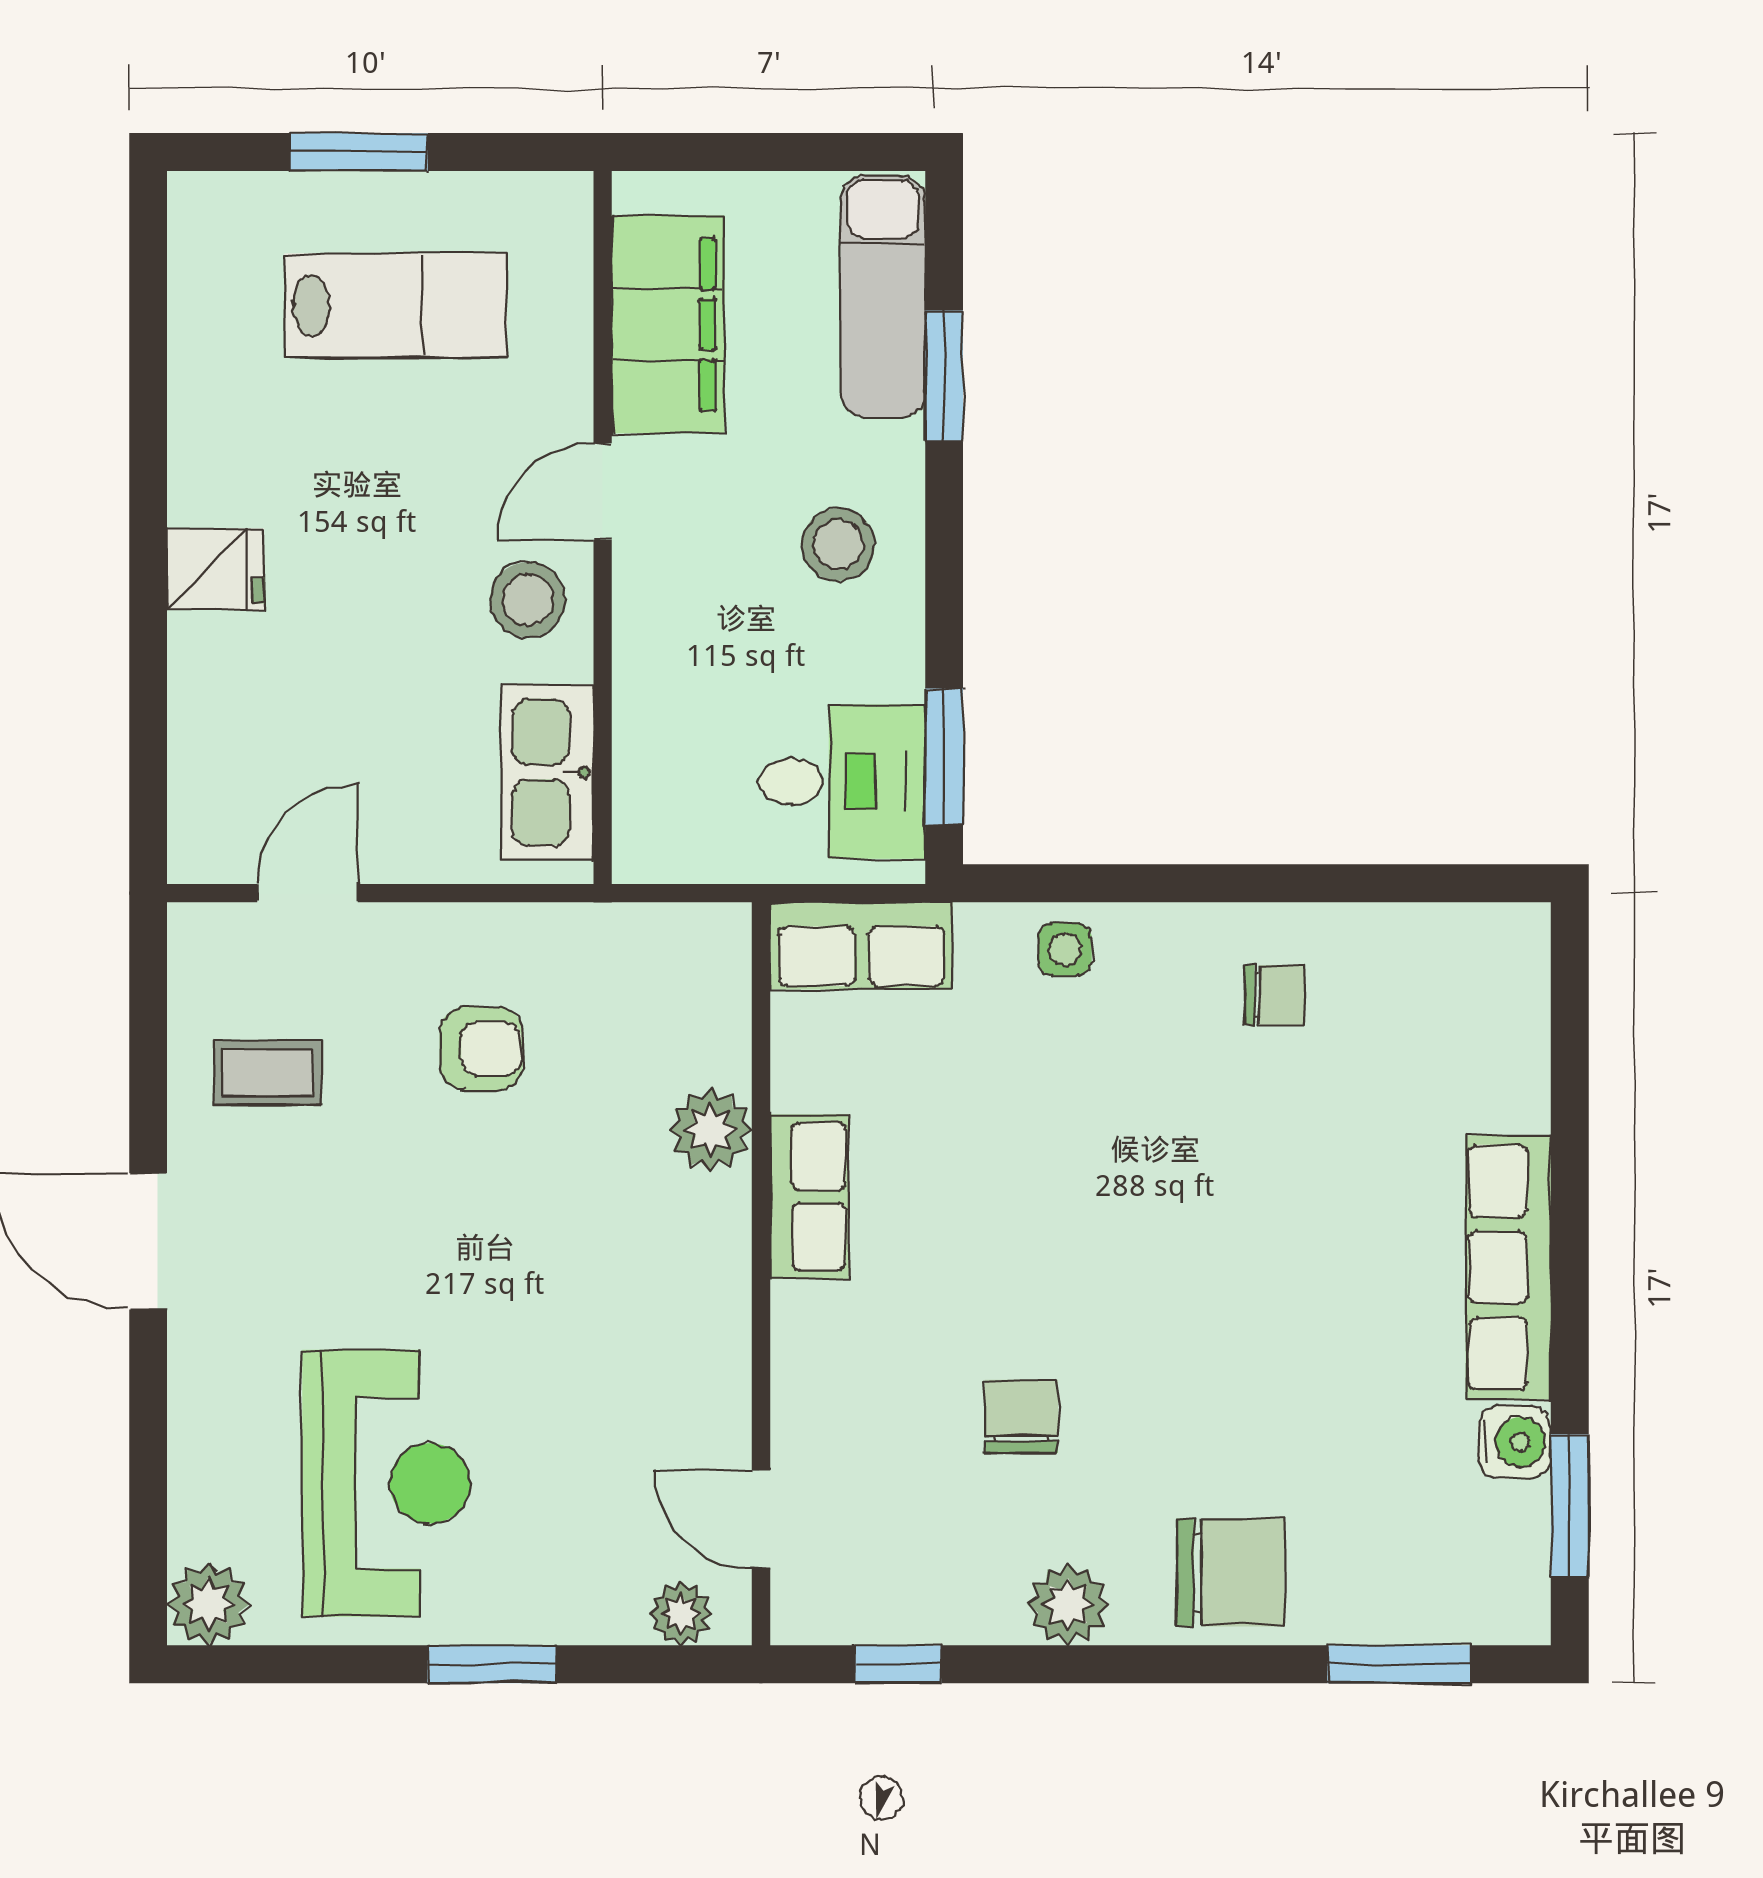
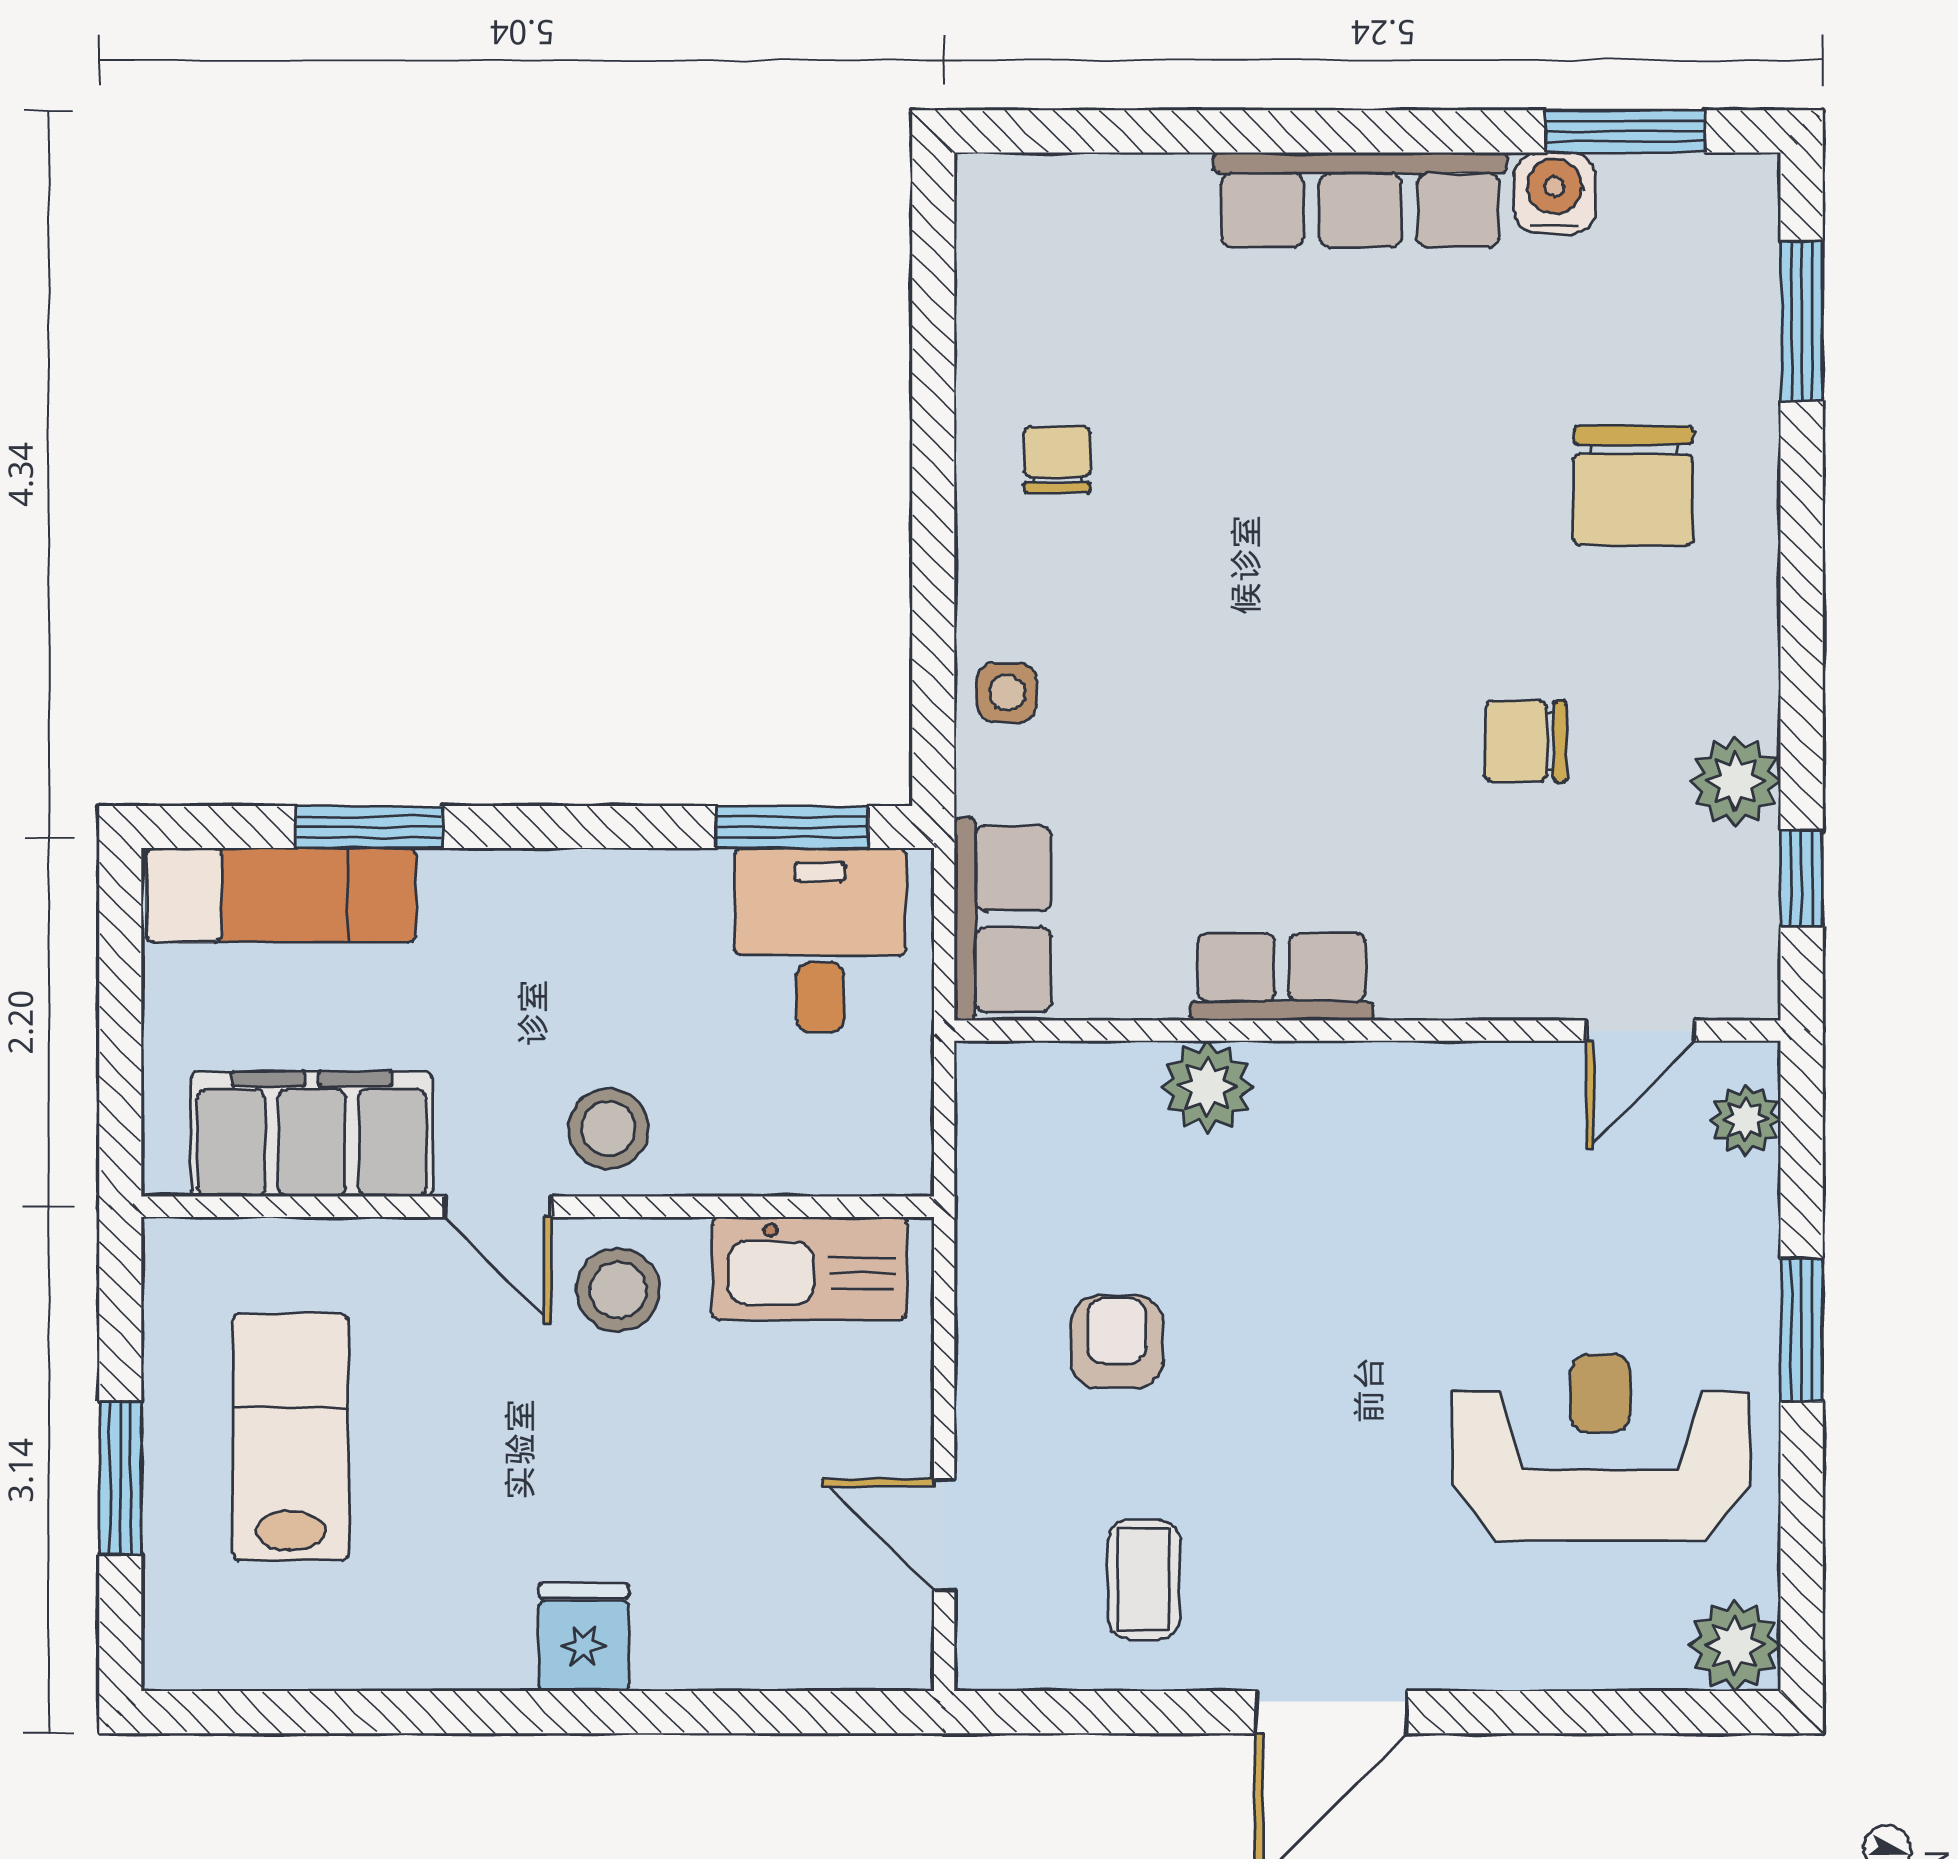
stool: (838, 545) -> (609, 1128), moved
chair: (1230, 1572) -> (1633, 485), moved, turned 180
plant: (1068, 1605) -> (1735, 781), moved

